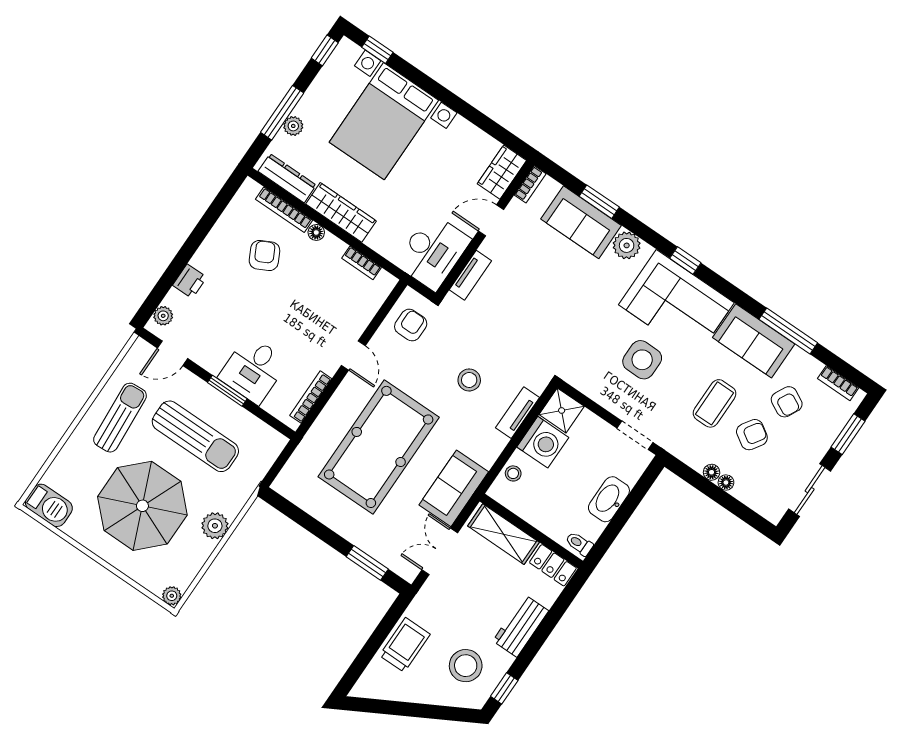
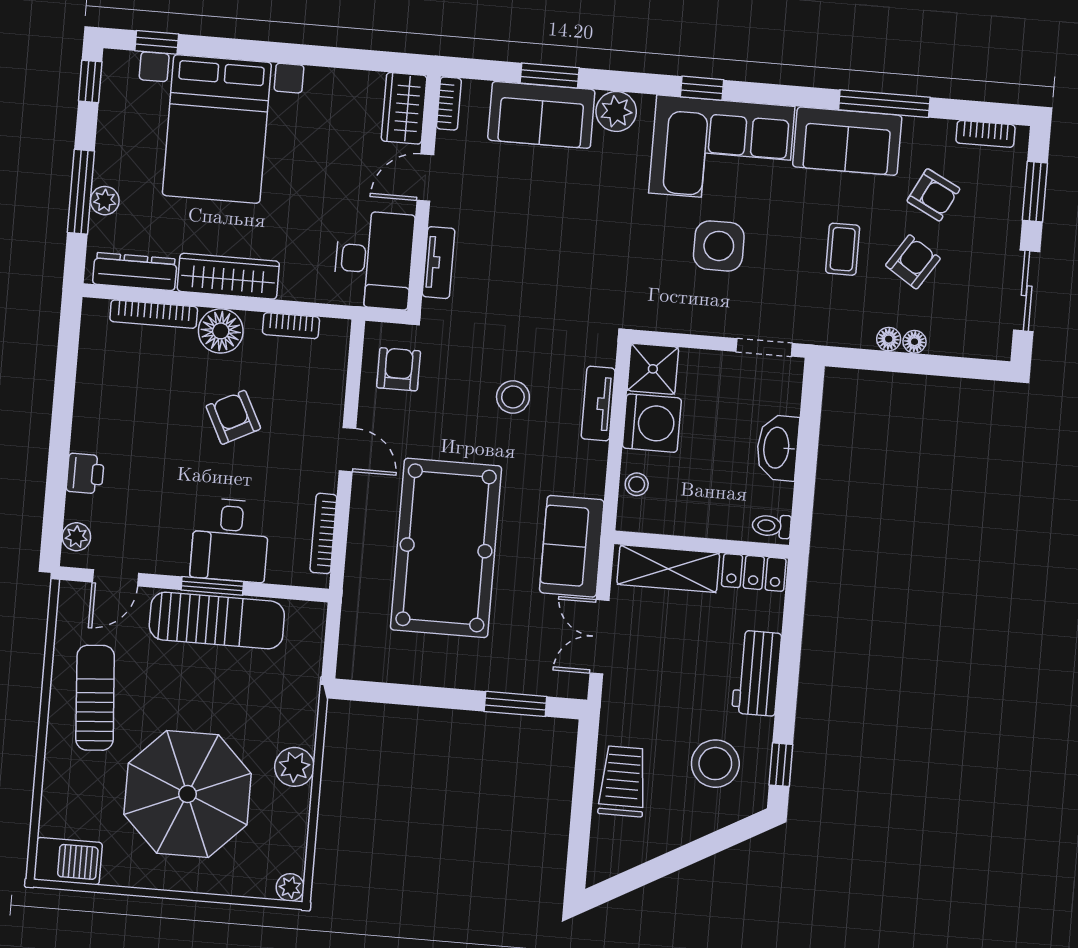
floor lamp: (316, 232) -> (221, 331), width x1.89, depth x1.89
armchair: (264, 255) -> (233, 417), moved
coffee table: (715, 403) -> (843, 249), width x0.73, depth x0.77
sun lounger: (195, 436) -> (217, 620), moved

